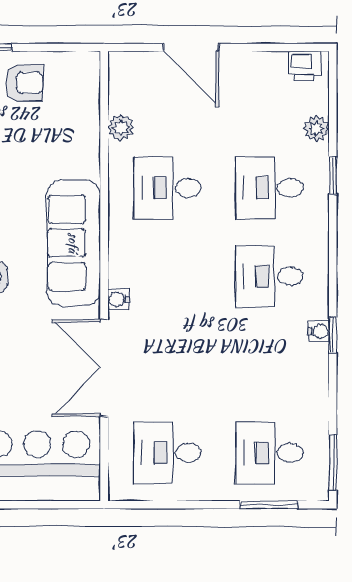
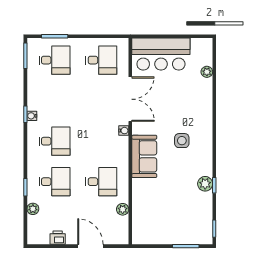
printer: (304, 66) -> (58, 238), moved
armchair: (25, 83) -> (167, 230), removed
sofa: (74, 243) -> (144, 156), width x0.73

